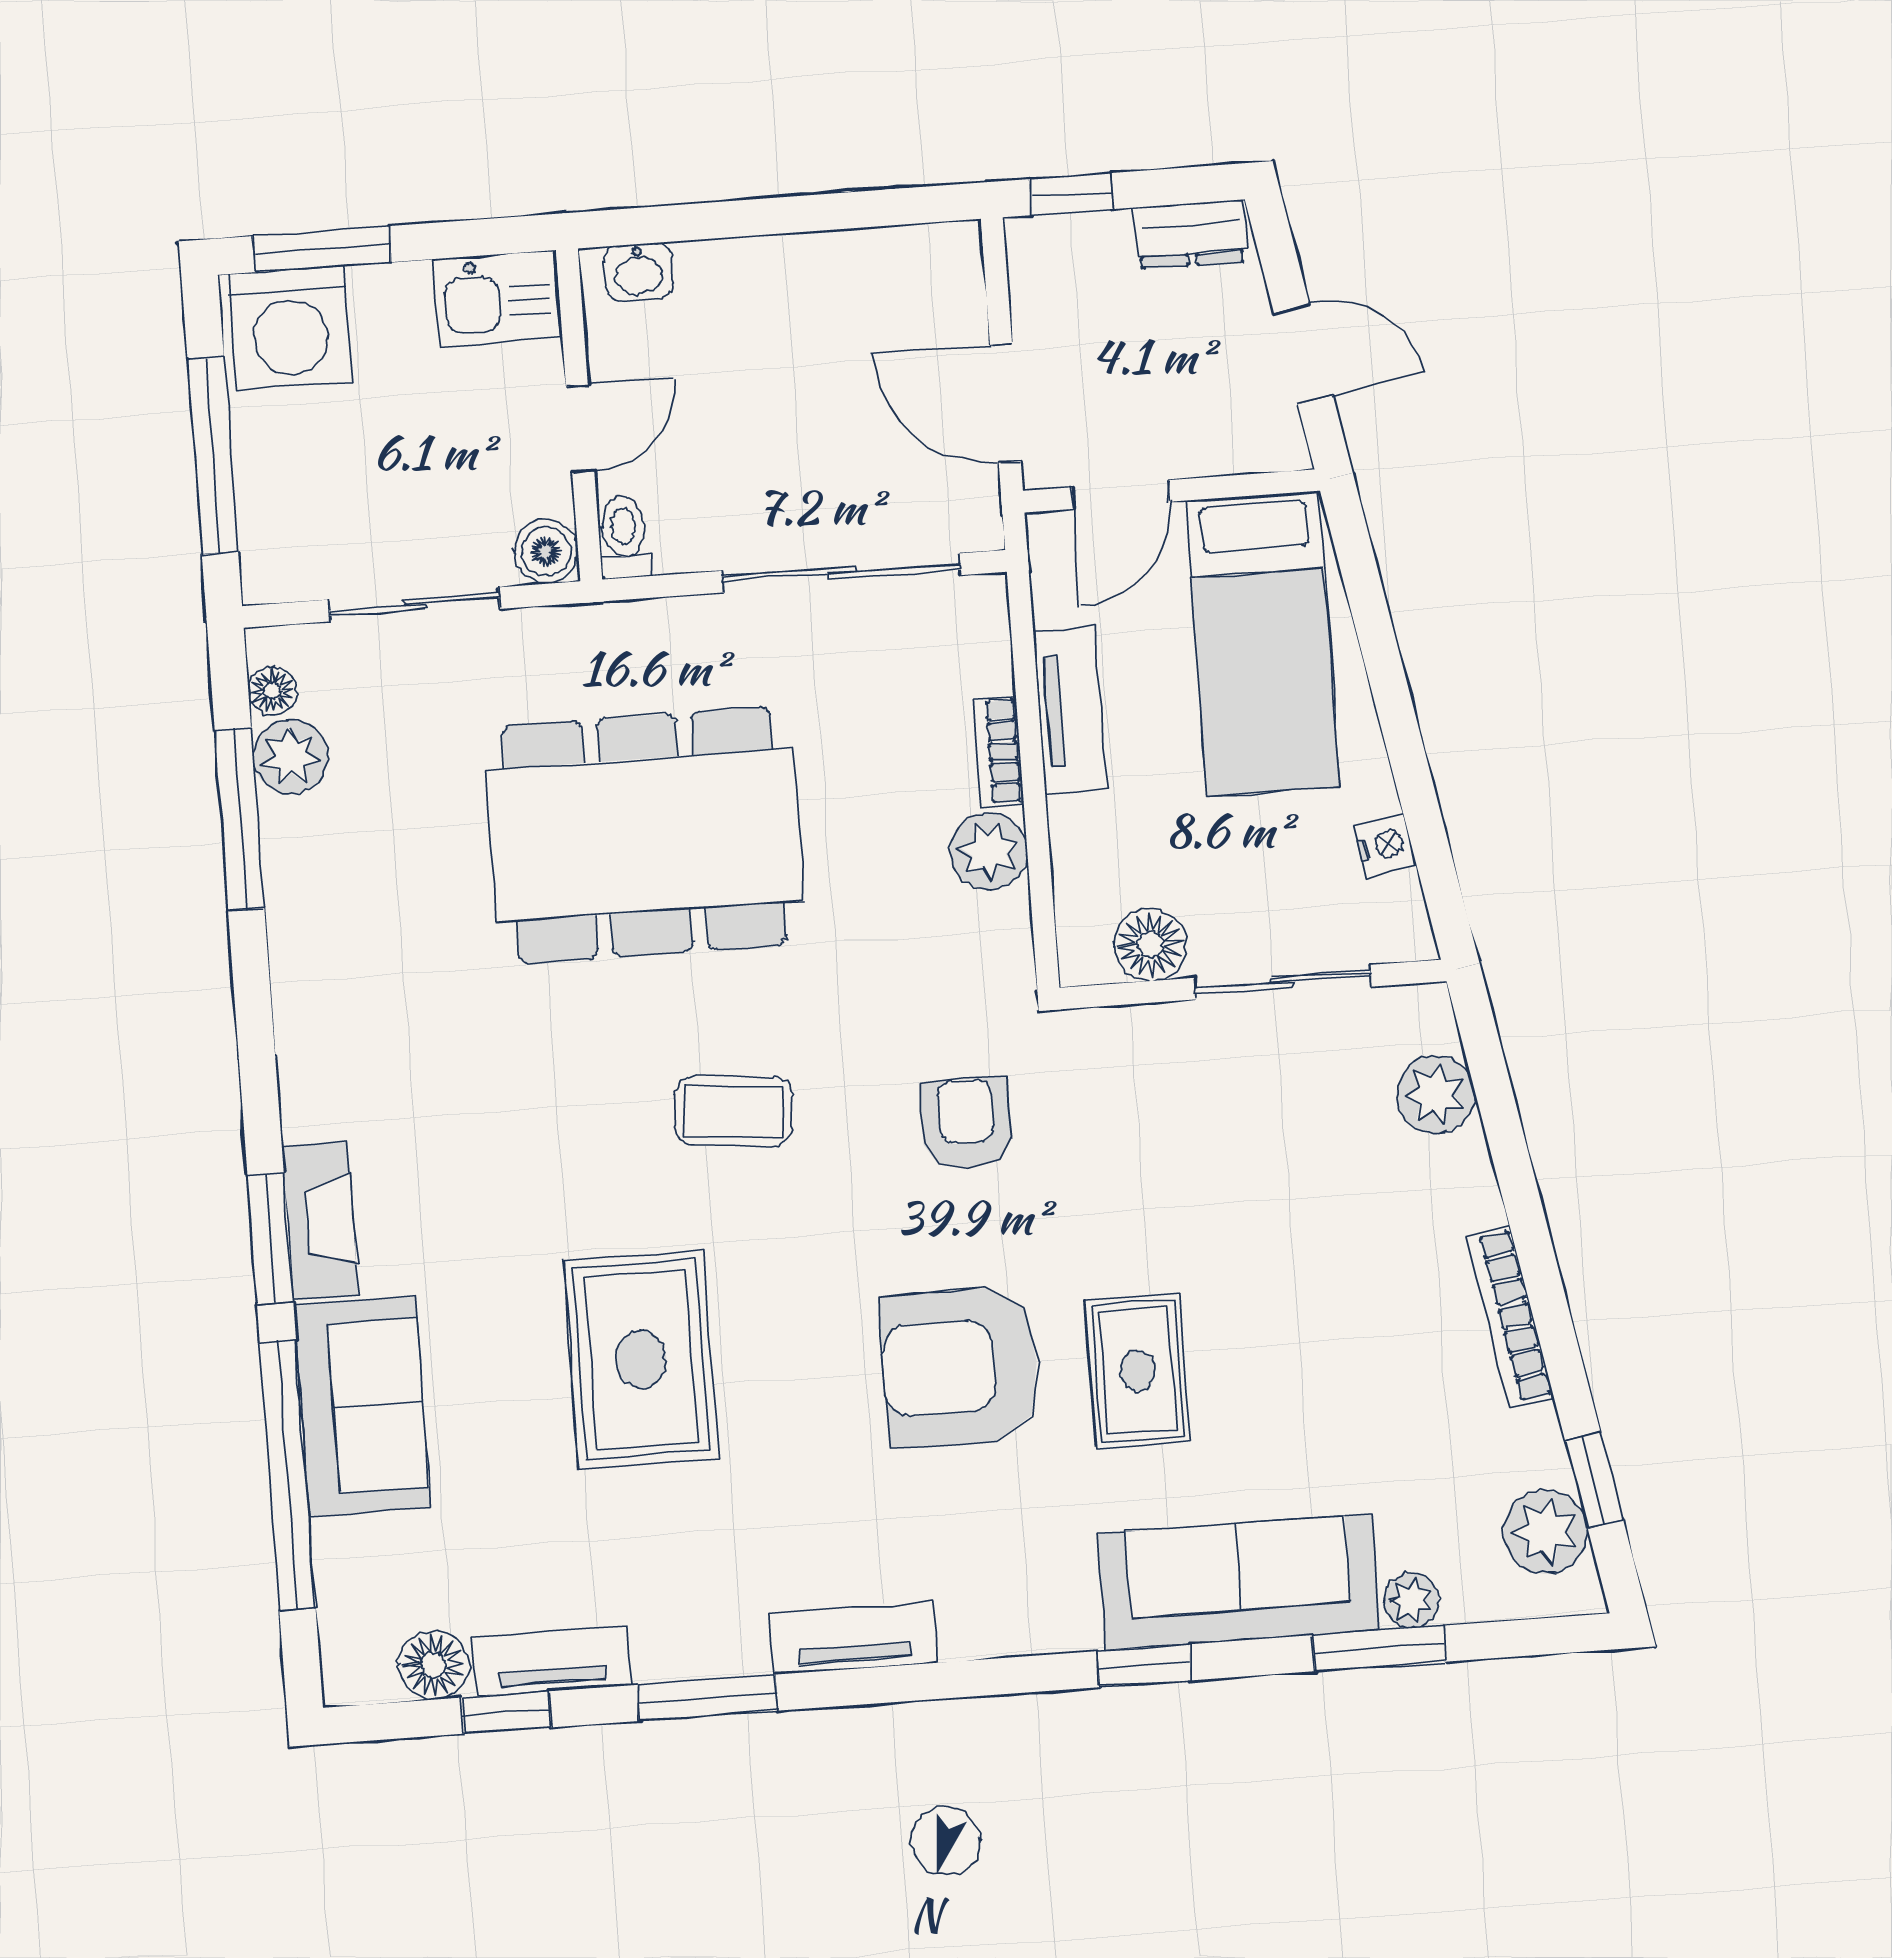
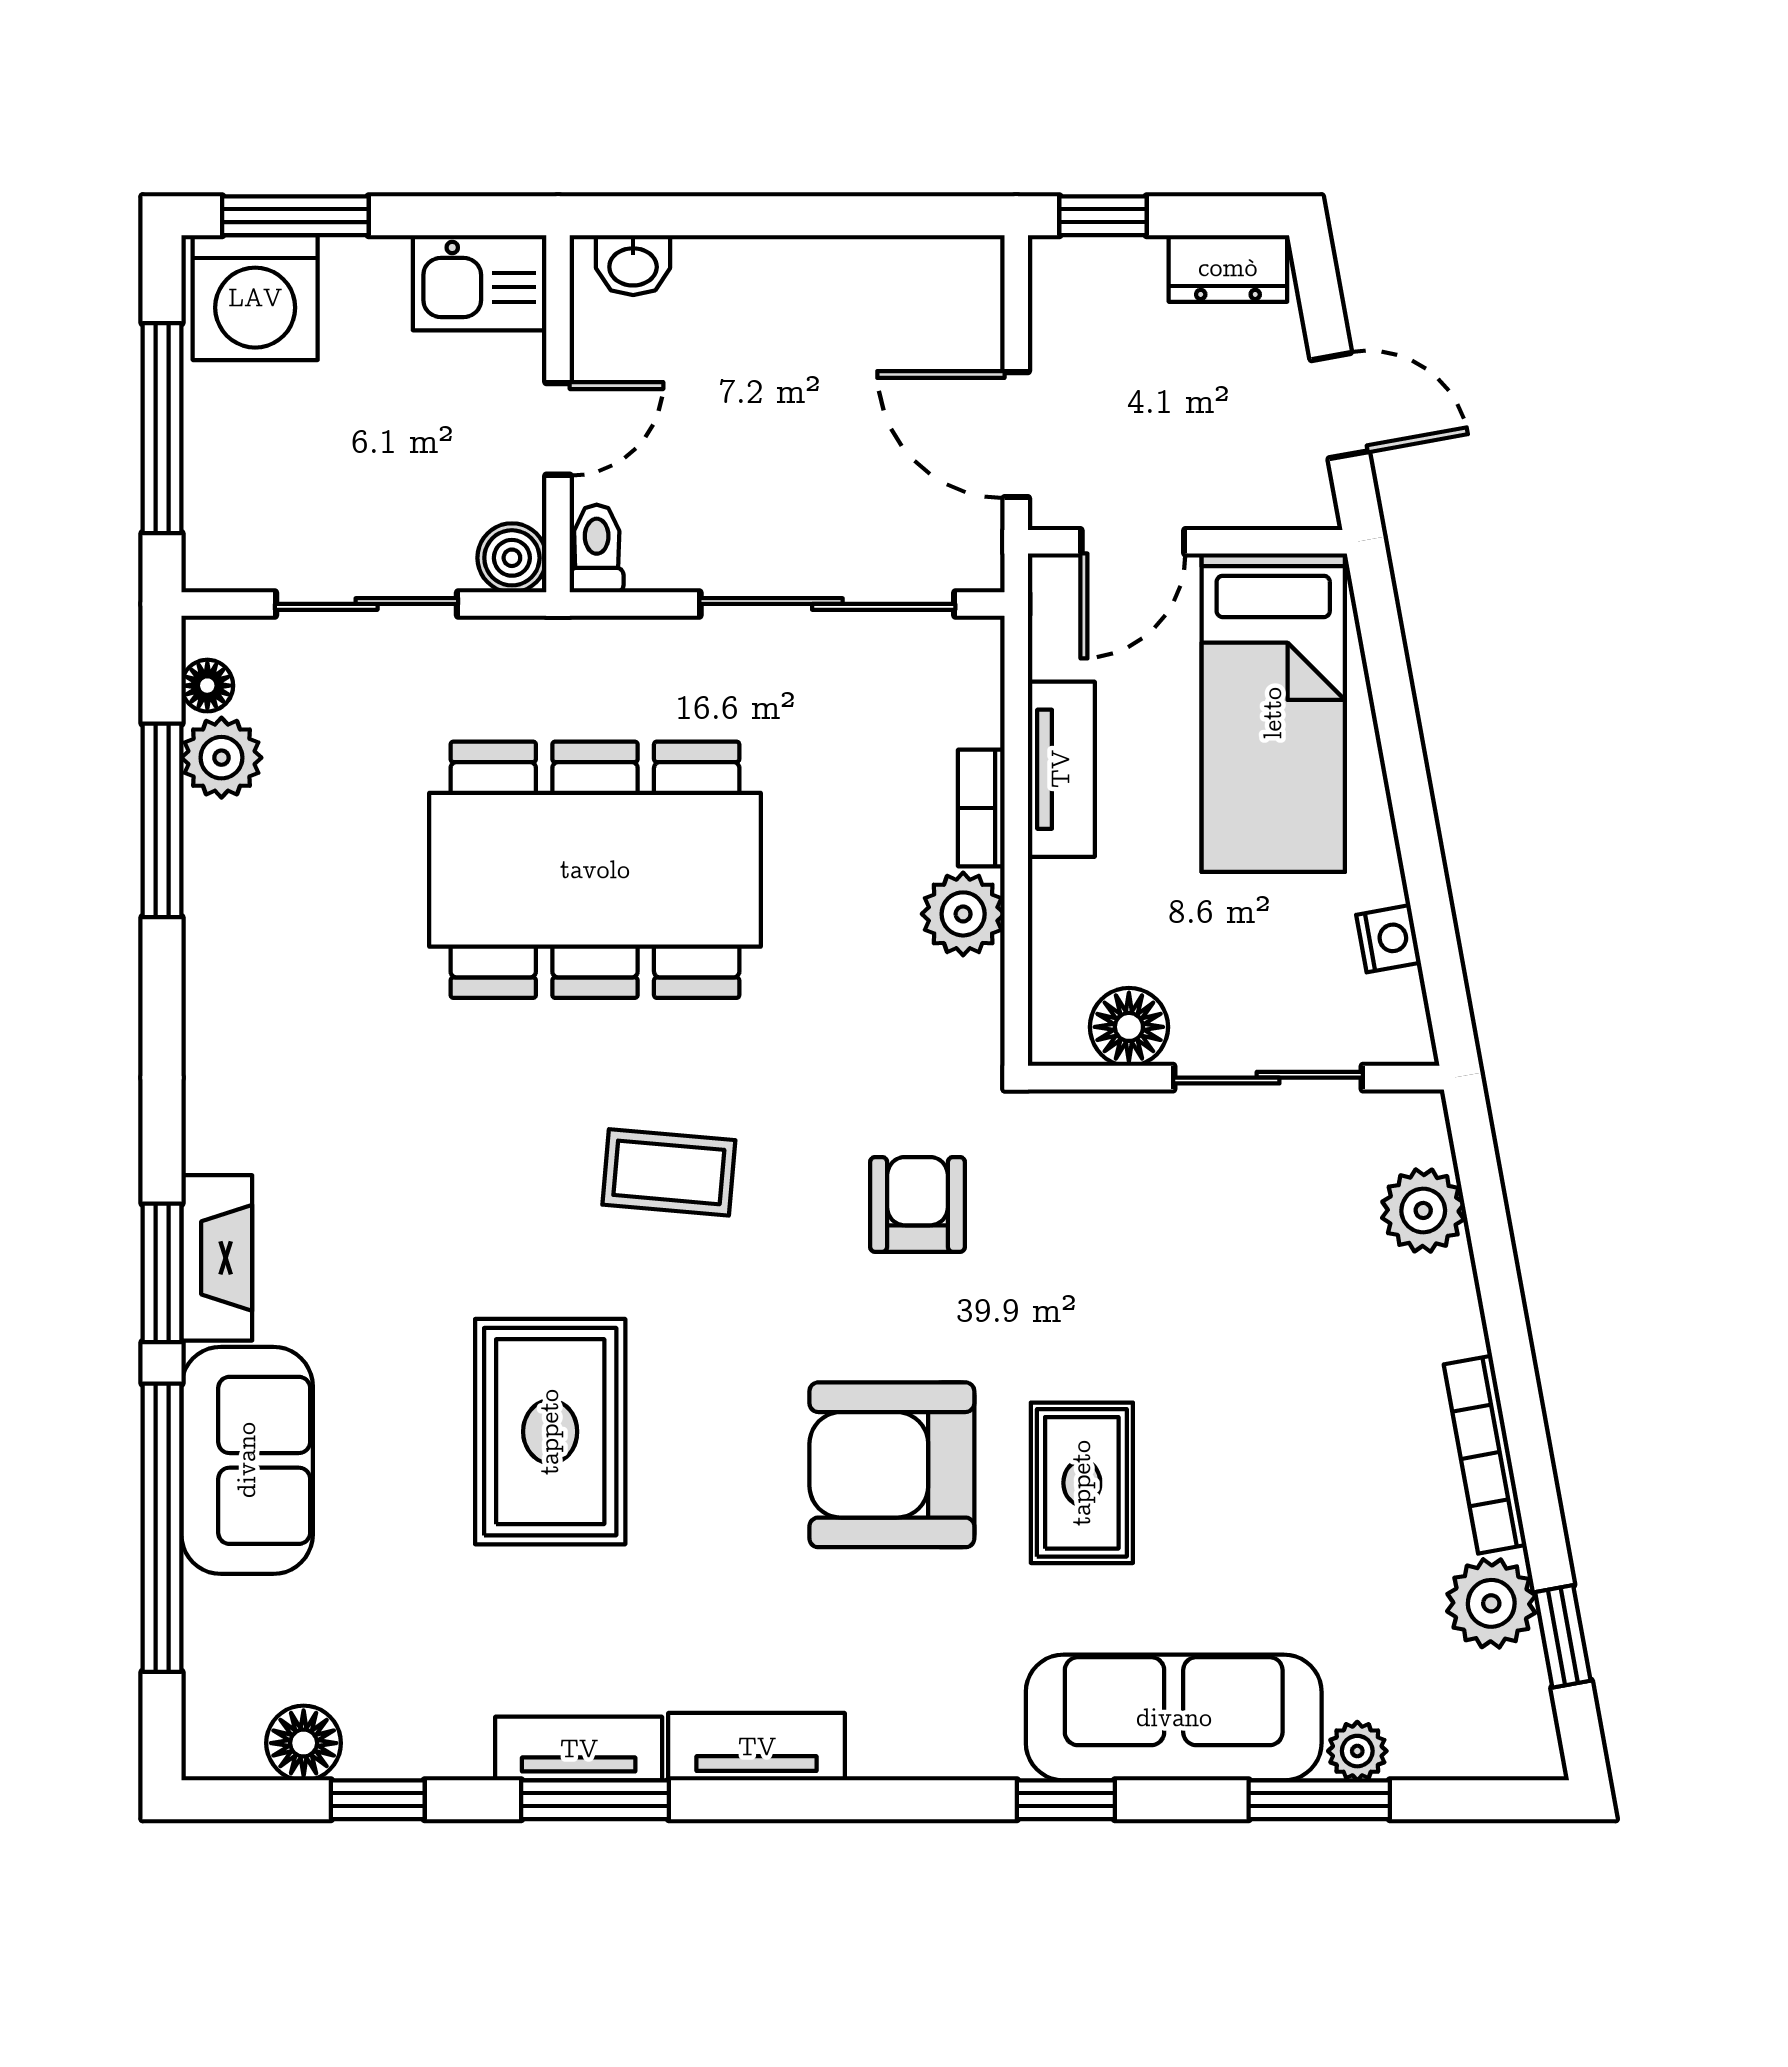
plant: (1545, 1532) -> (1491, 1603), moved
tv unit: (552, 1661) -> (579, 1749), moved

